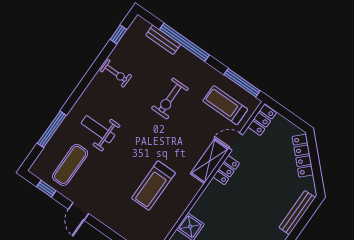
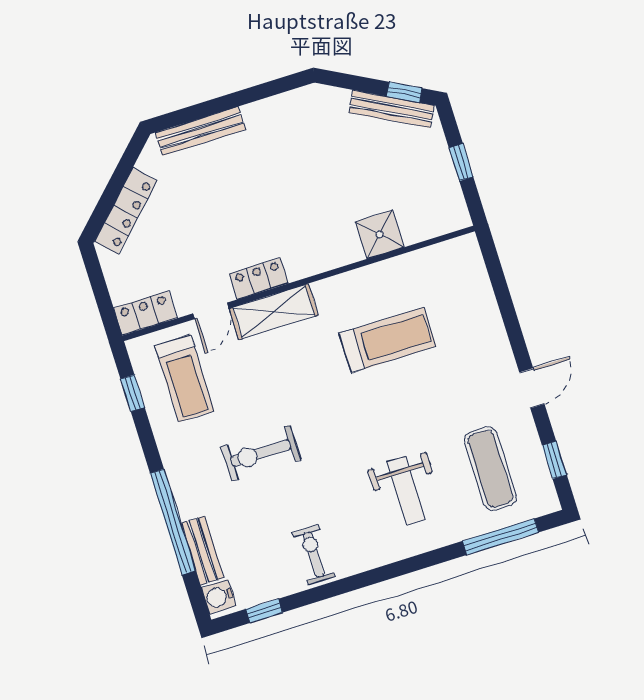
water cooler: (142, 26) -> (219, 597), added
window: (242, 83) -> (133, 393), width x0.46
exercise bike: (170, 99) -> (261, 453), turned 180
window: (52, 129) -> (501, 537), moved
door: (236, 141) -> (211, 311), hinge flipped
exercise mat: (70, 165) -> (490, 469), turned 90

